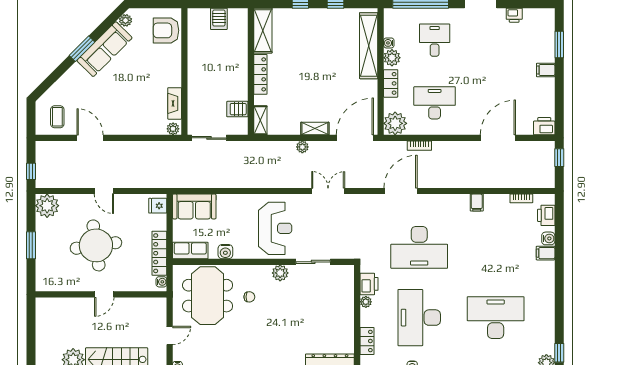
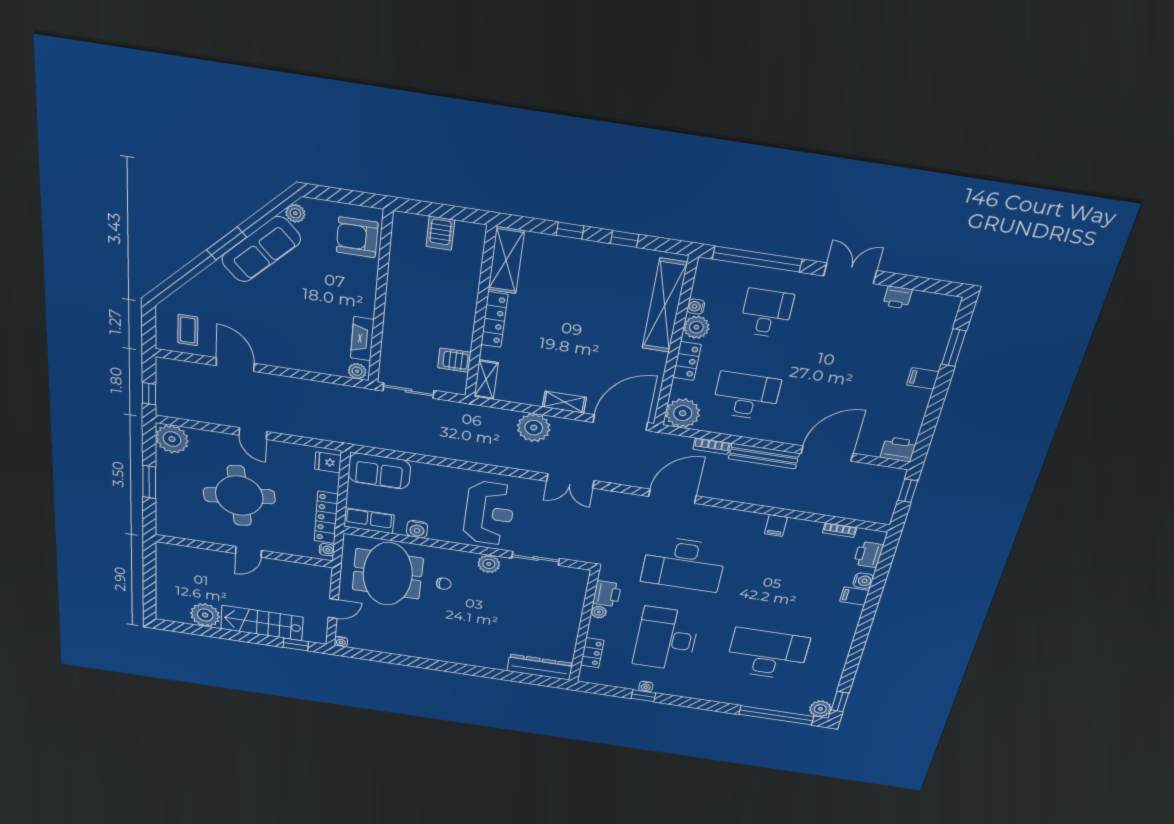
plant: (302, 147) -> (534, 428), width x1.87, depth x1.87
bench: (456, 147) -> (764, 456), added
double door: (328, 191) -> (570, 481), swing flipped

